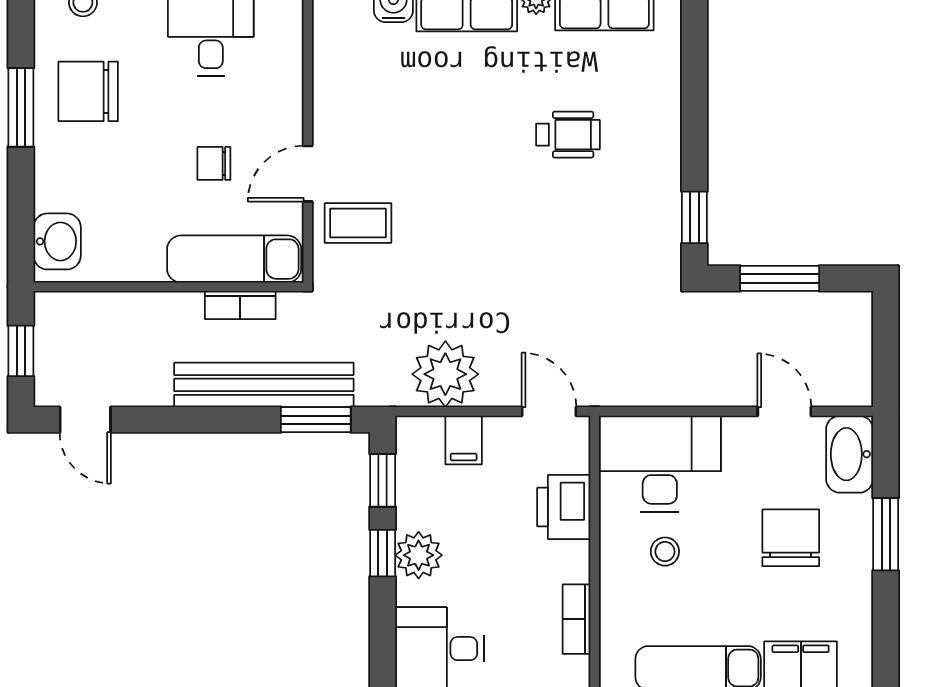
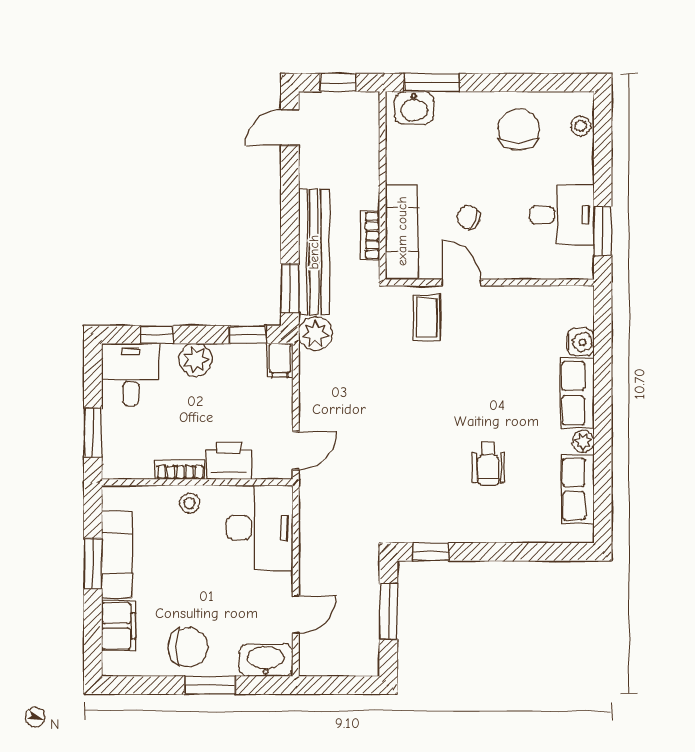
window: (21, 107) -> (432, 83), moved
chair: (214, 163) -> (468, 217), turned -68
plant: (445, 374) -> (316, 334), moved, width x0.73, depth x0.73
filing cabinet: (464, 440) -> (280, 360), moved, turned -90
chair: (791, 538) -> (188, 647), moved
stool: (665, 552) -> (189, 503), moved
window: (383, 553) -> (157, 335), moved
bookcase: (577, 619) -> (180, 470), moved

